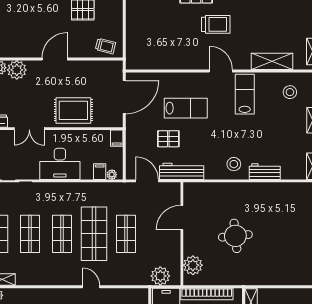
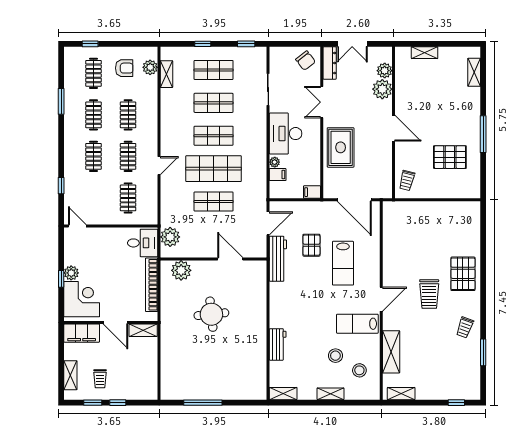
lab bench: (245, 94) -> (357, 324), turned 180
stool: (234, 164) -> (335, 356), moved
plant: (112, 175) -> (275, 162), moved

